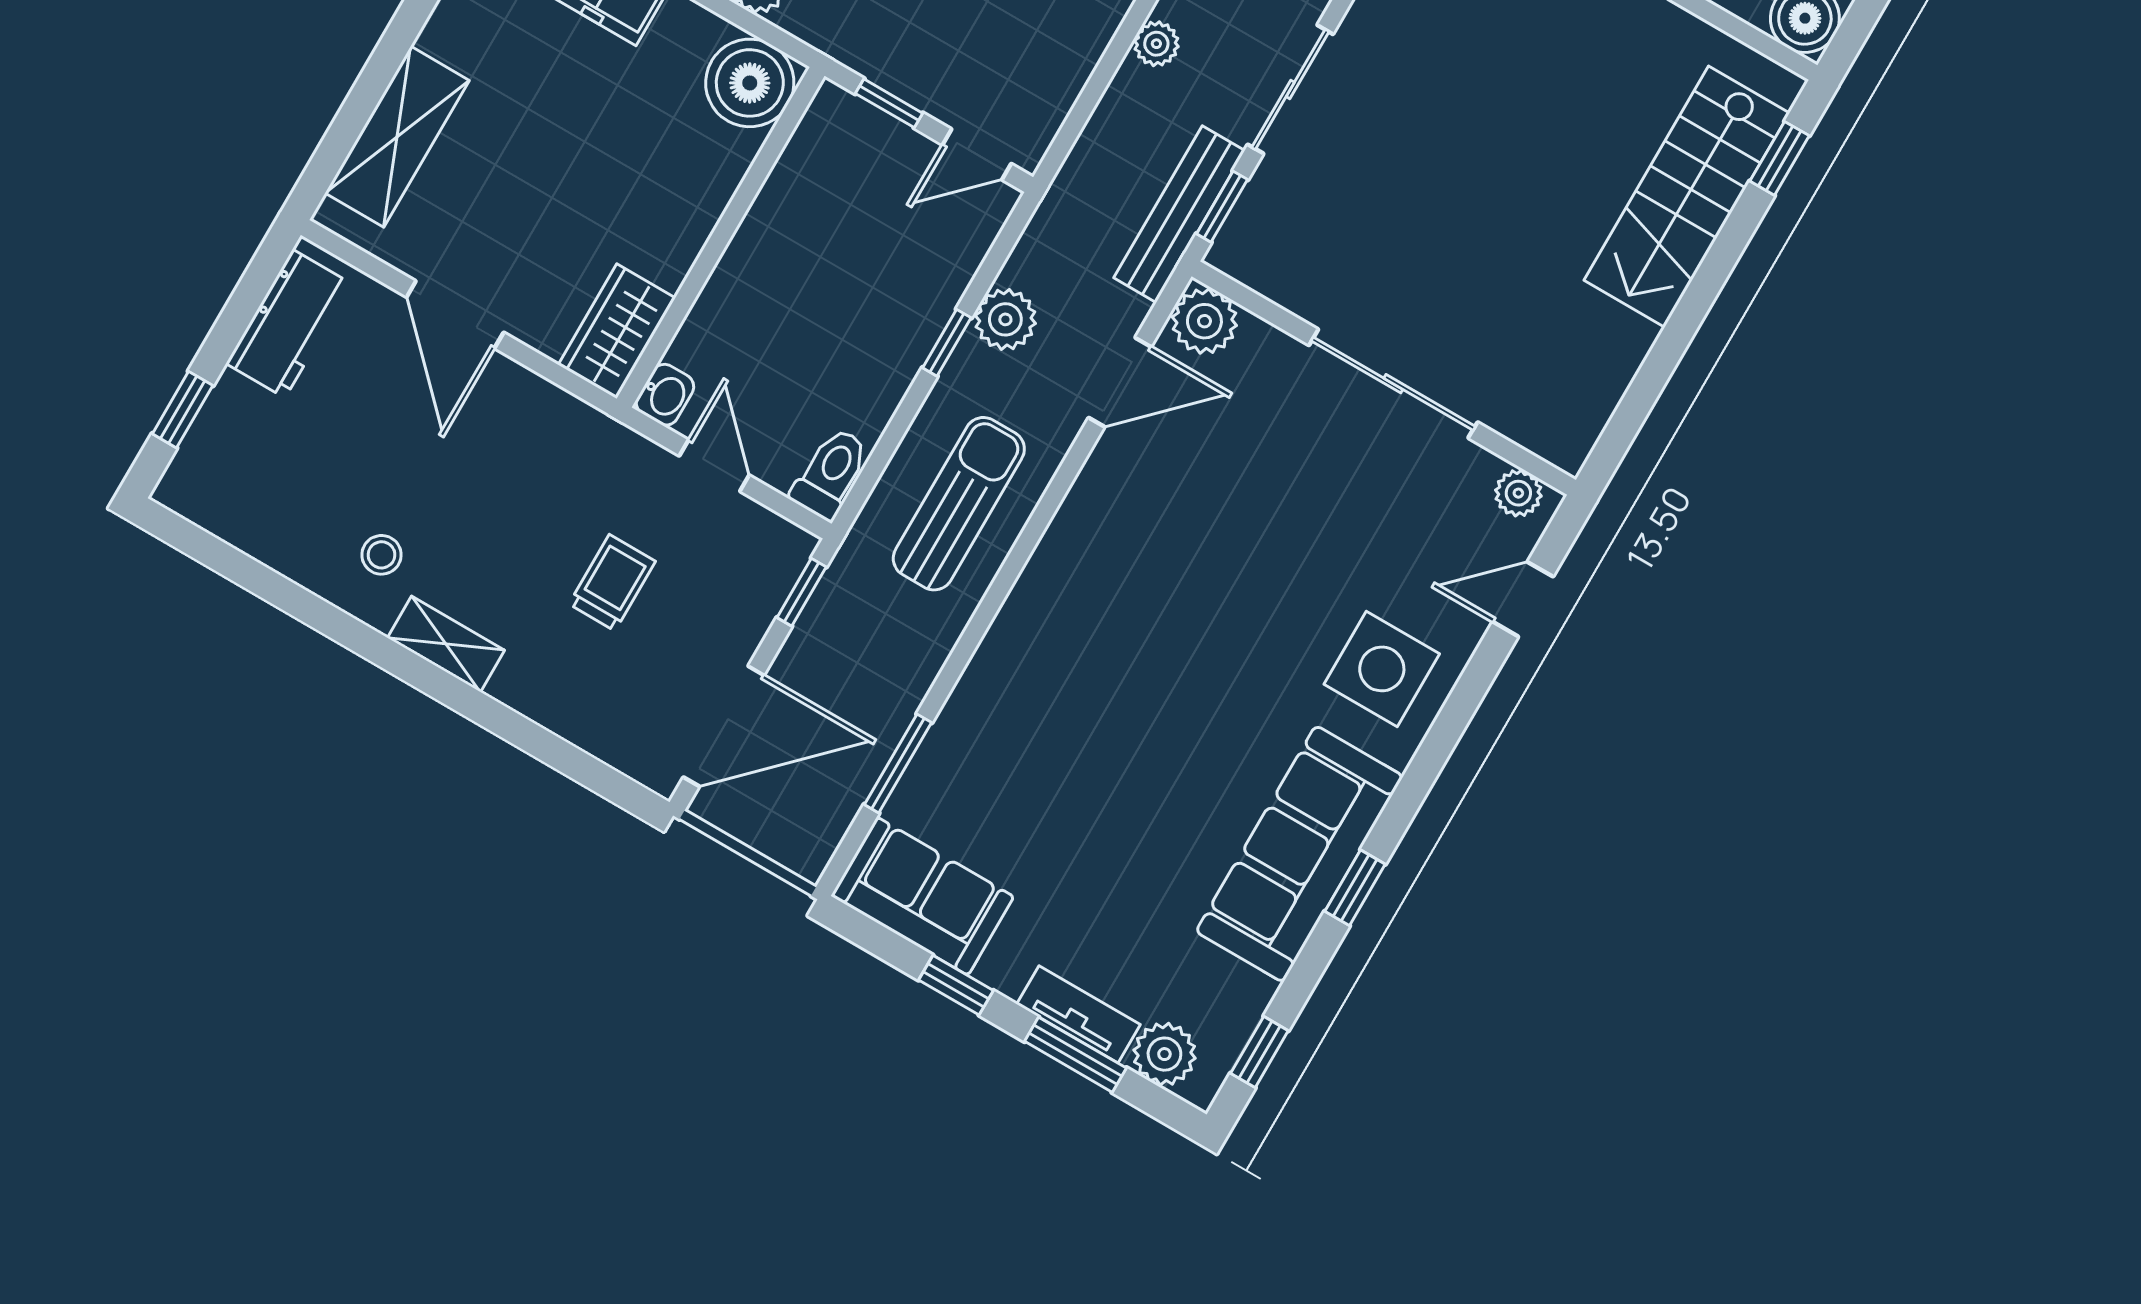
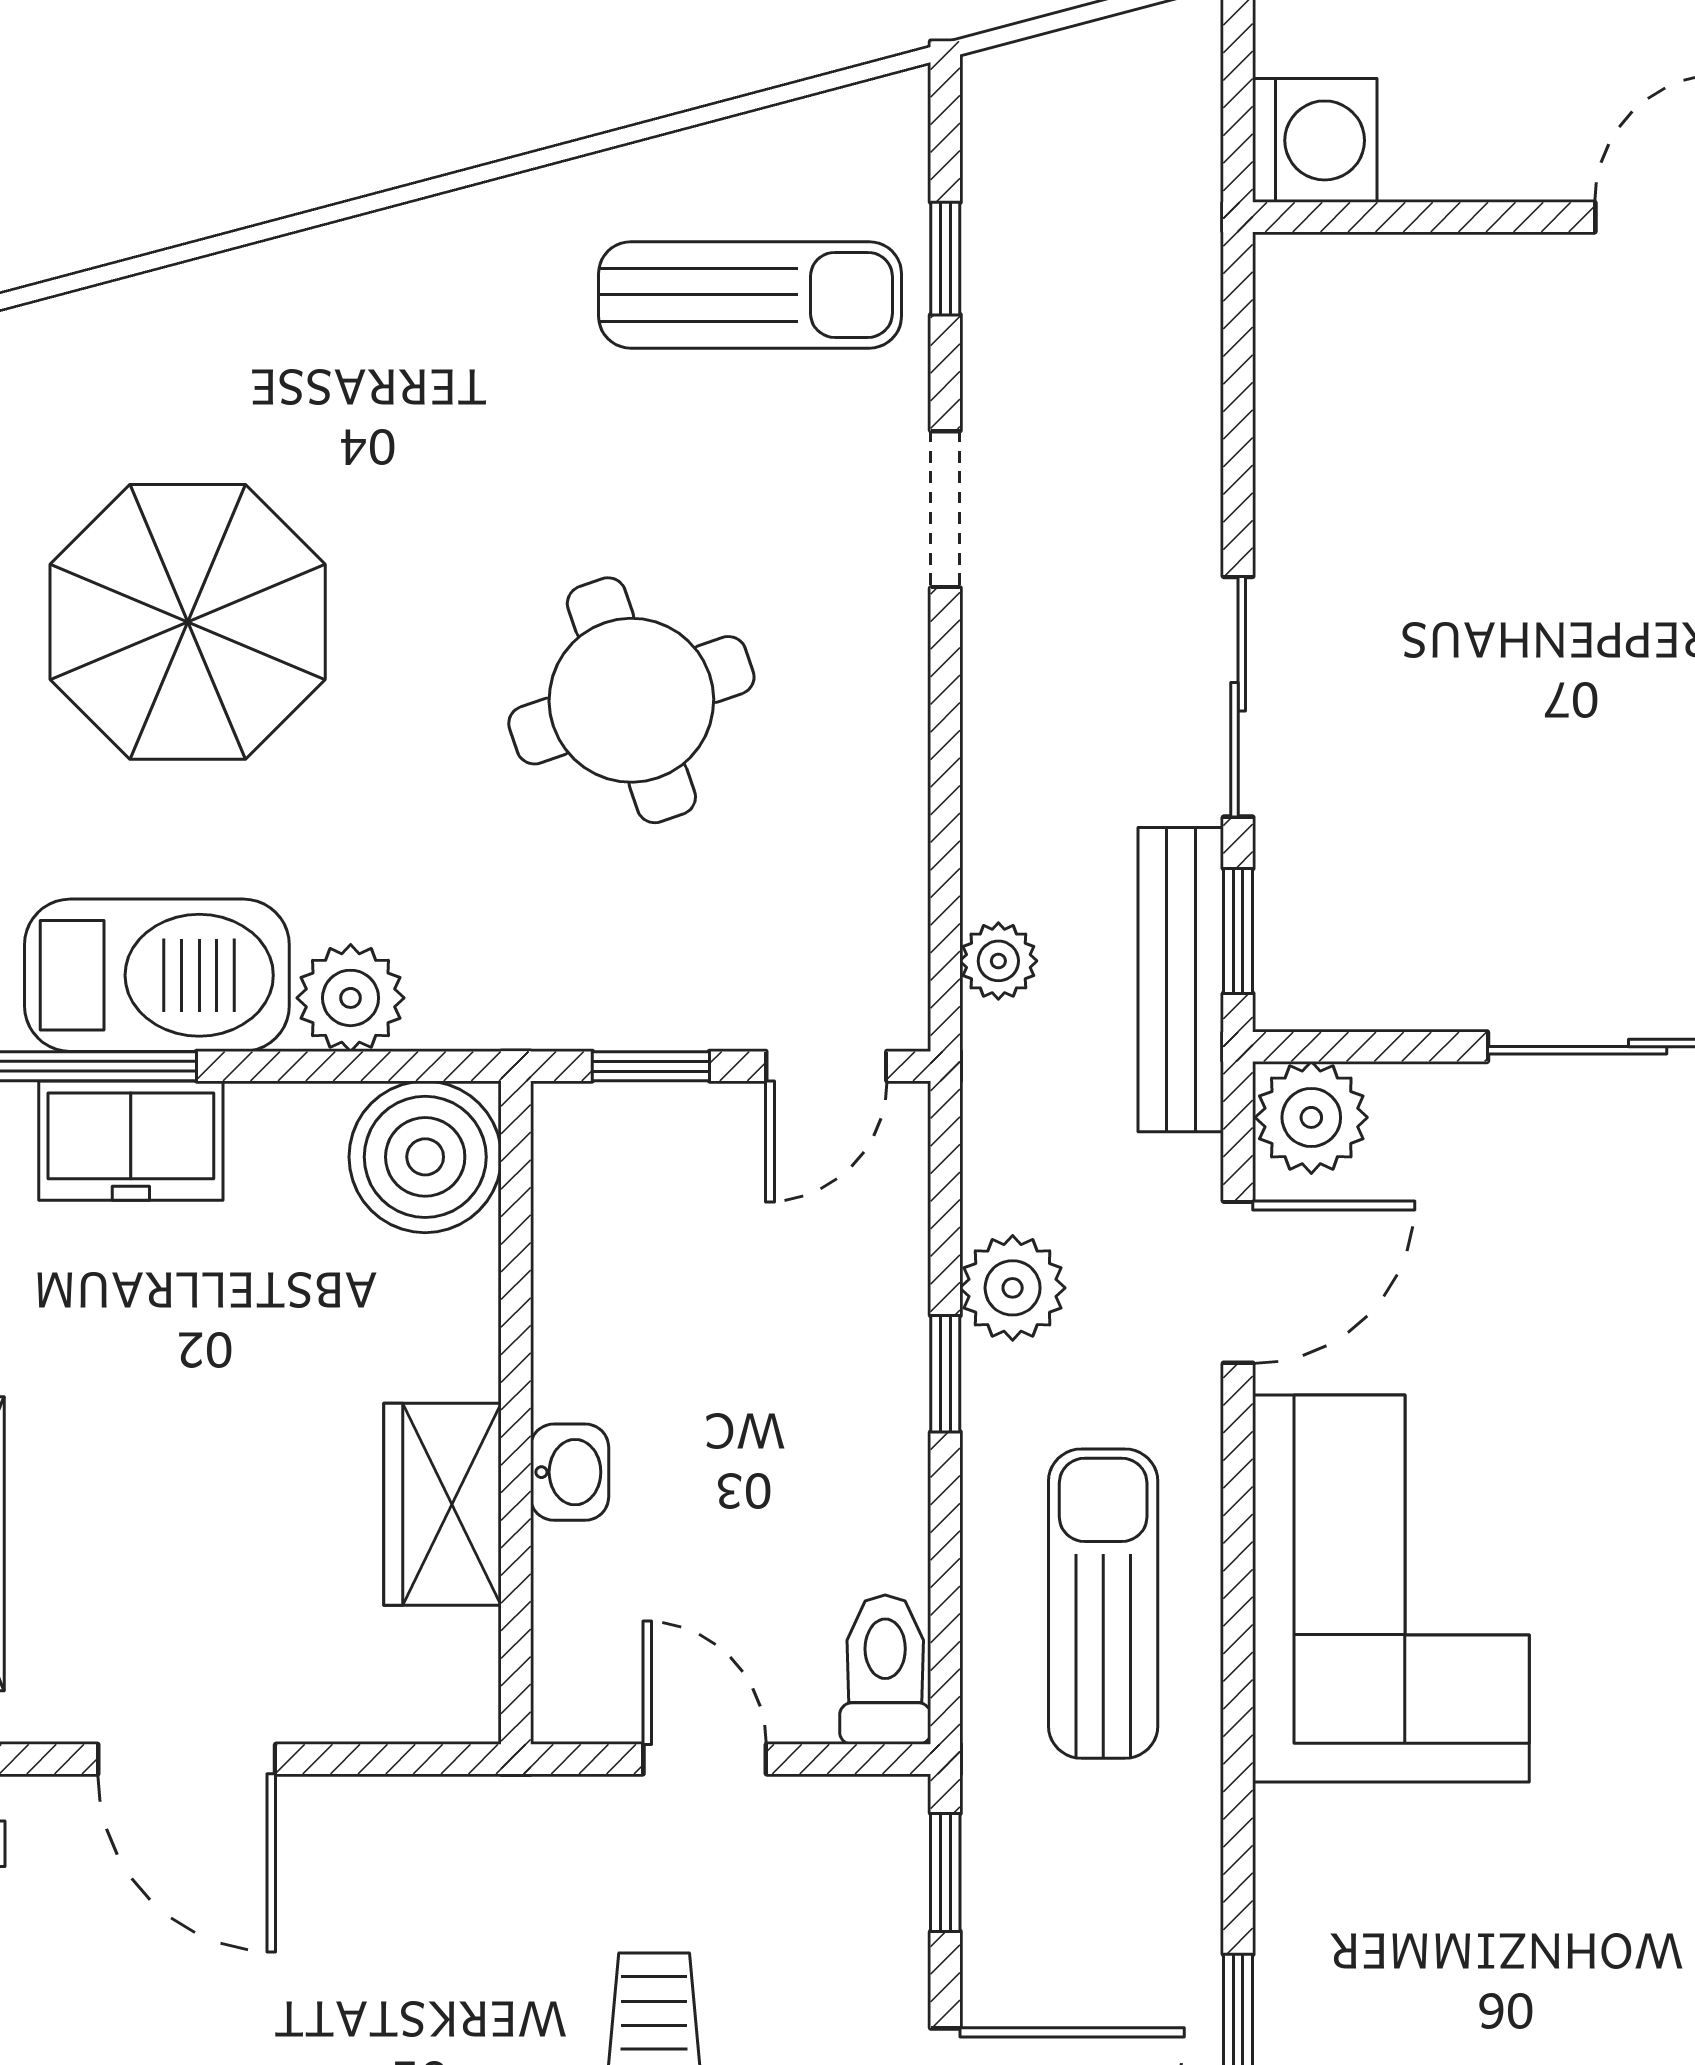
plant: (1156, 44) -> (998, 961), moved
wardrobe: (617, 331) -> (443, 1504), moved
washbasin: (665, 395) -> (570, 1472), moved
corner sofa: (1107, 580) -> (1391, 1588), added

